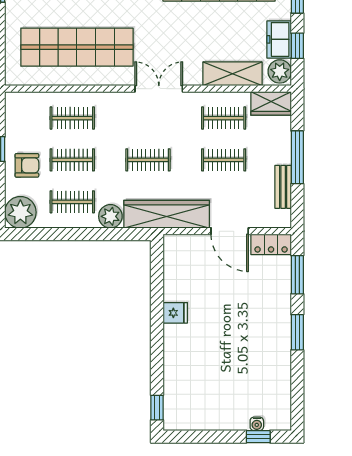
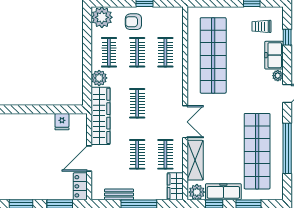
freezer: (279, 39) -> (223, 192), width x1.40
double door: (159, 89) -> (185, 122), moved
armchair: (27, 165) -> (133, 22), turned 90
fridge: (175, 313) -> (62, 122), moved

